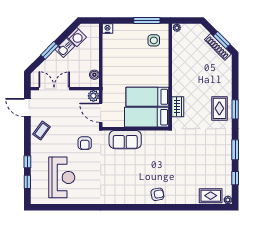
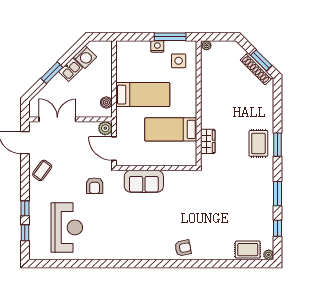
nightstand: (107, 29) -> (157, 46), moved
bed: (147, 117) -> (143, 95), moved, turned 180

